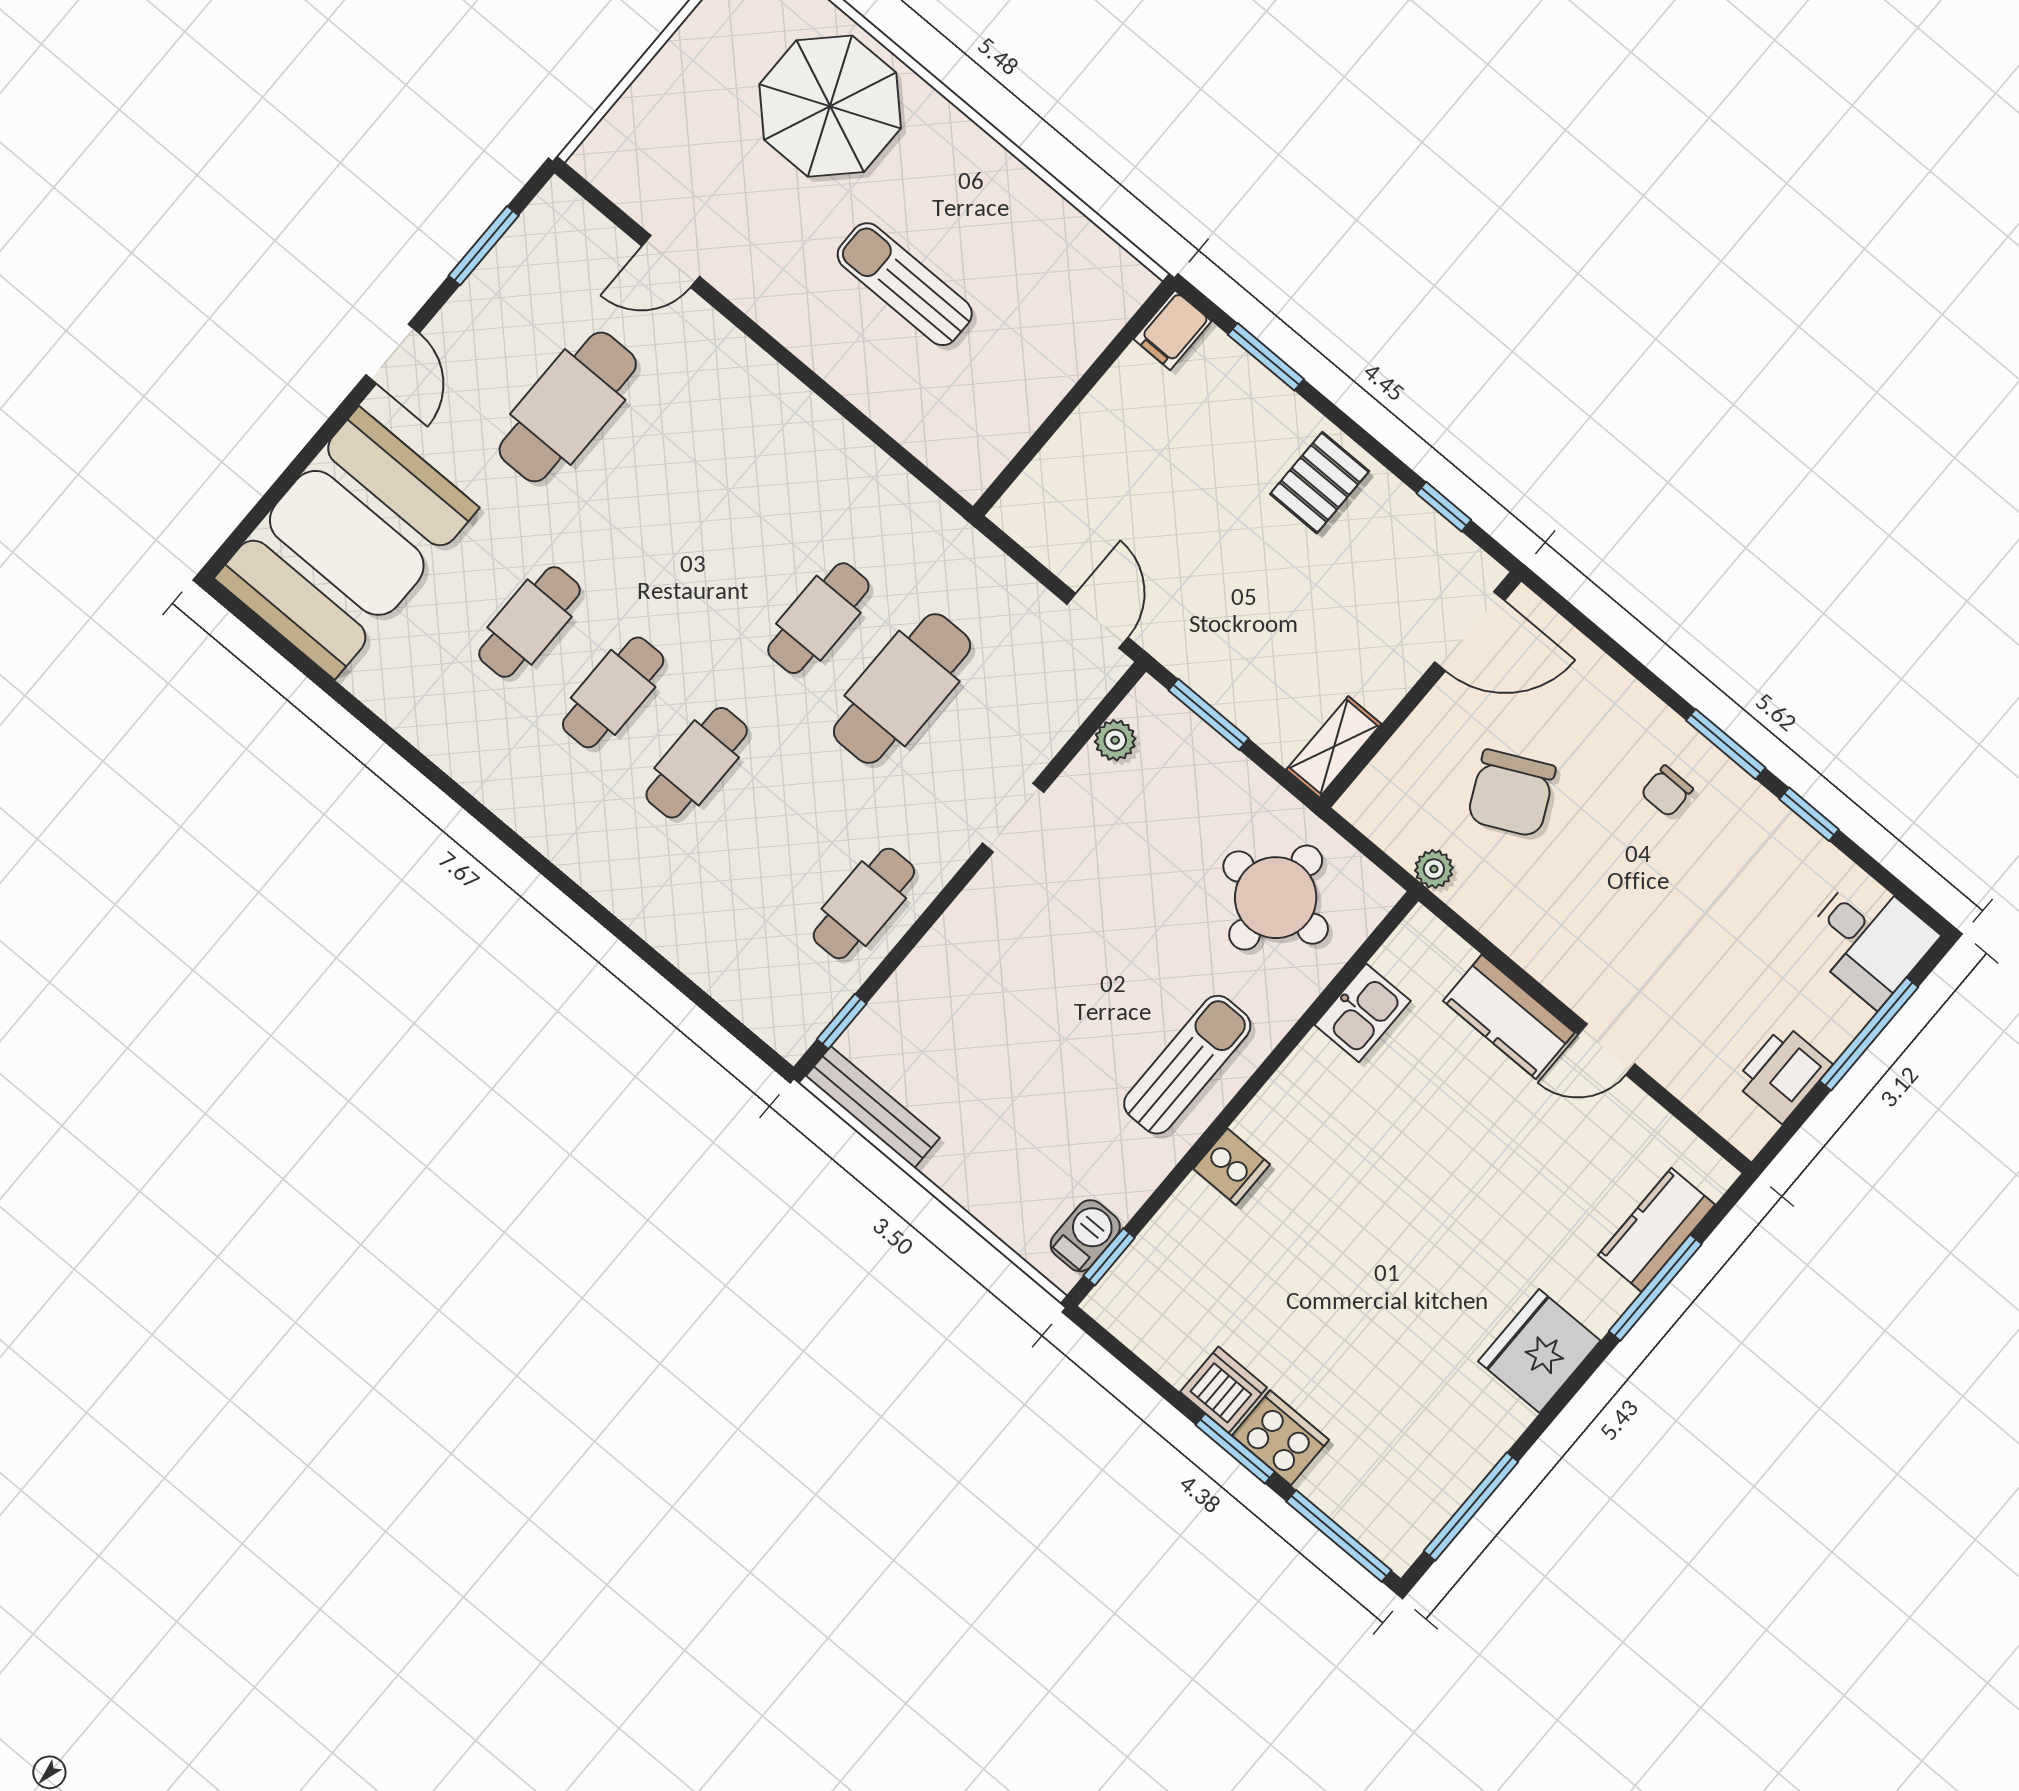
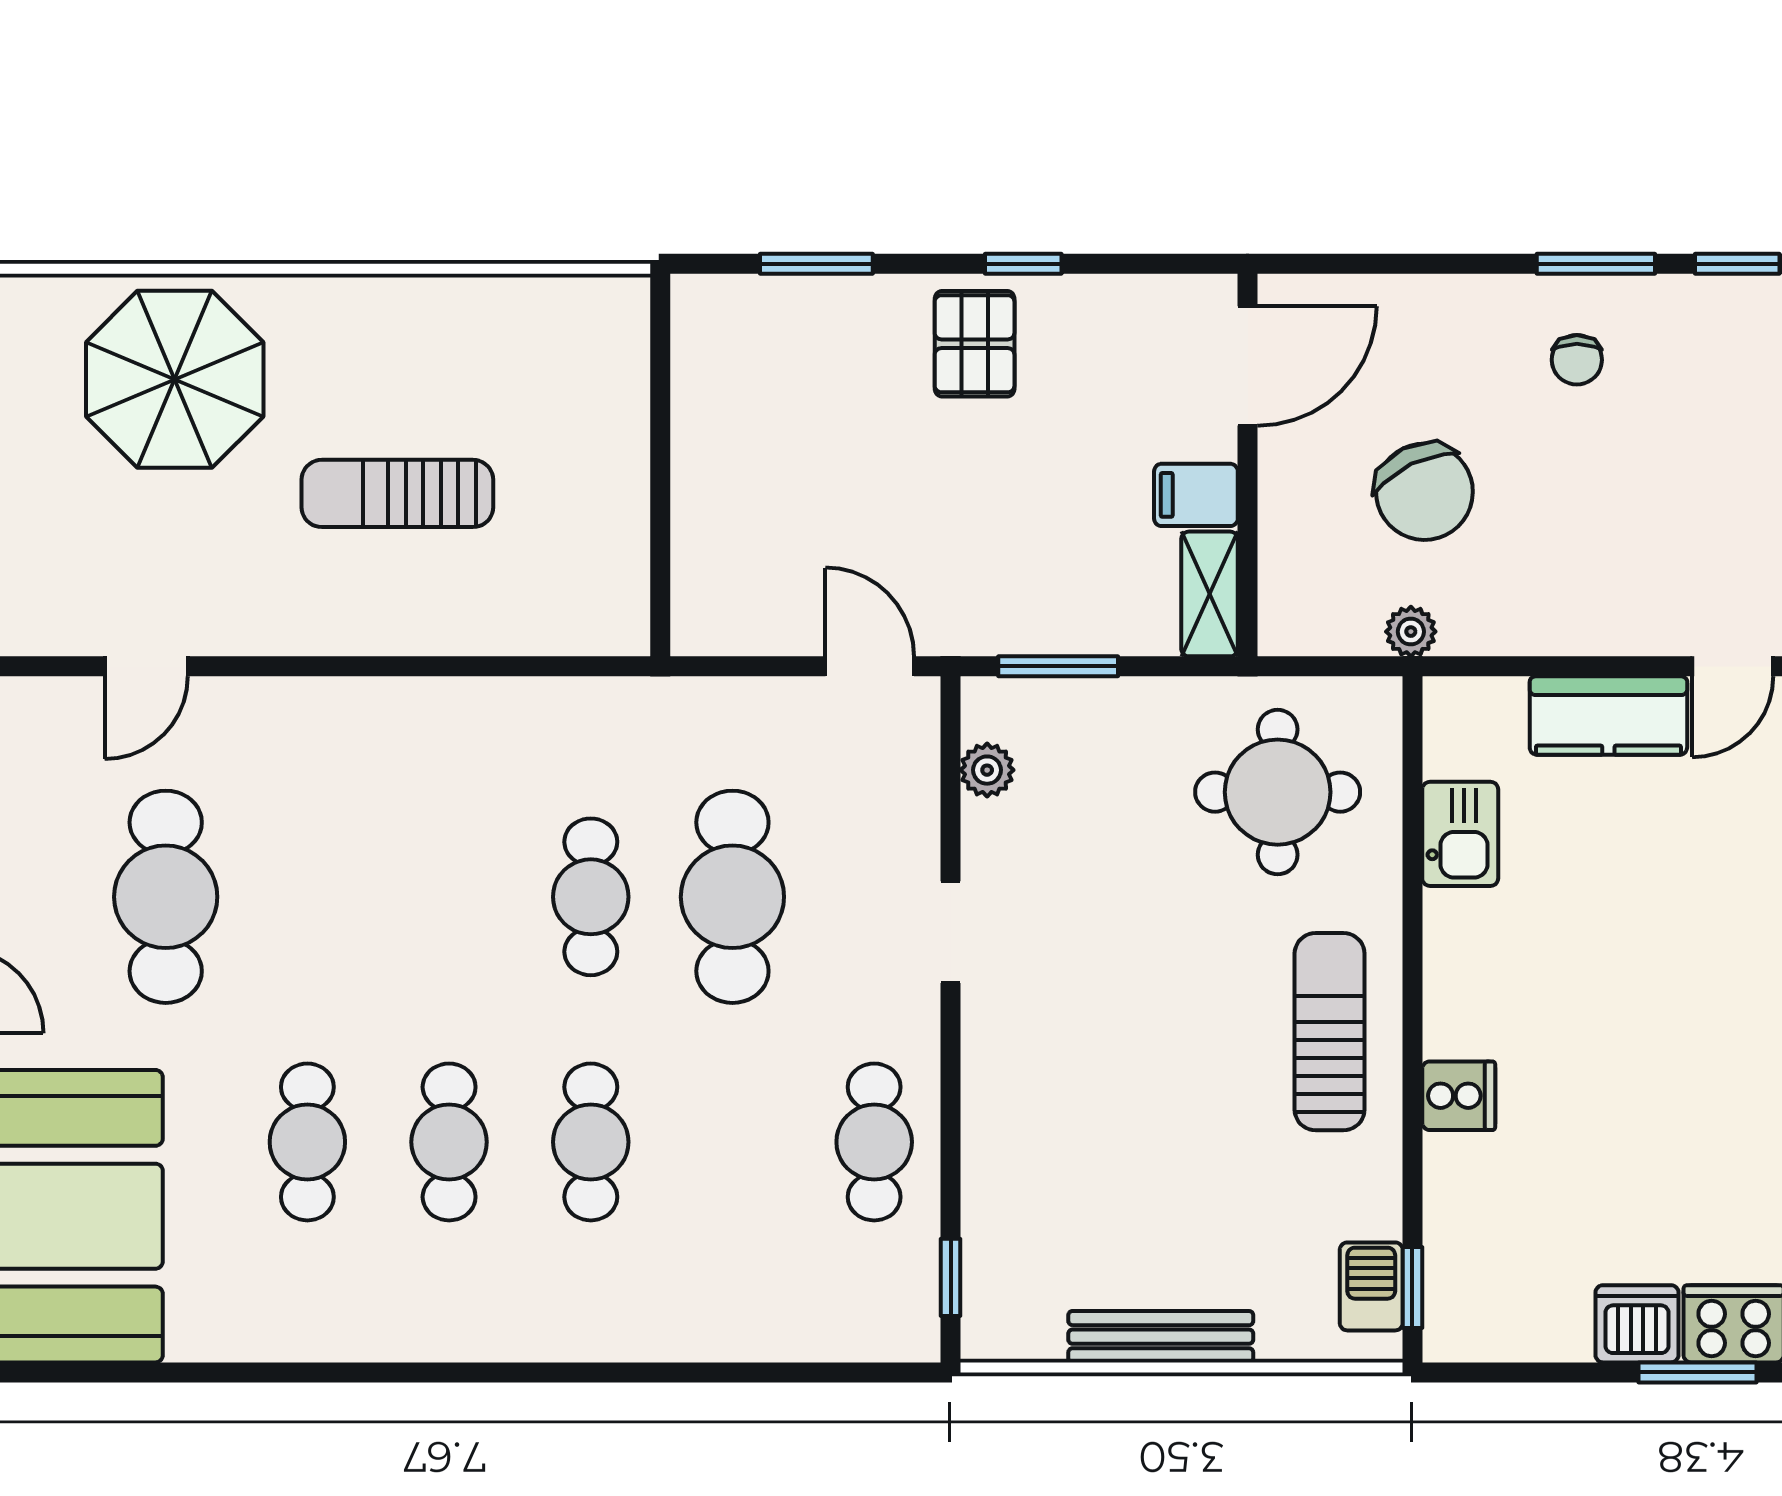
filing cabinet: (1172, 330) -> (1196, 495), moved, turned 90
window: (1444, 507) -> (1023, 264), moved
bench: (873, 1107) -> (1161, 1337), moved

